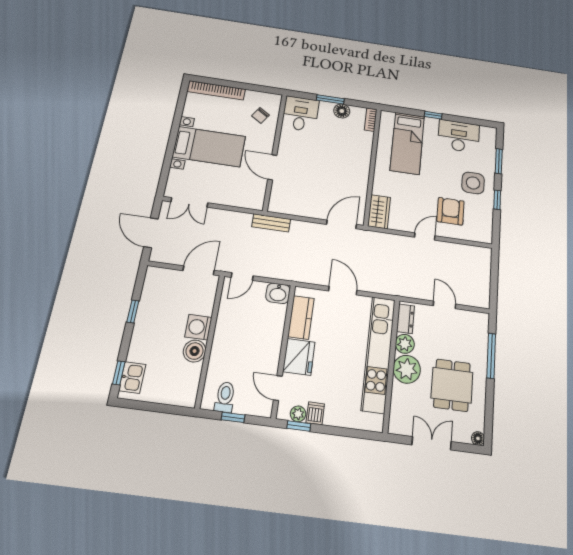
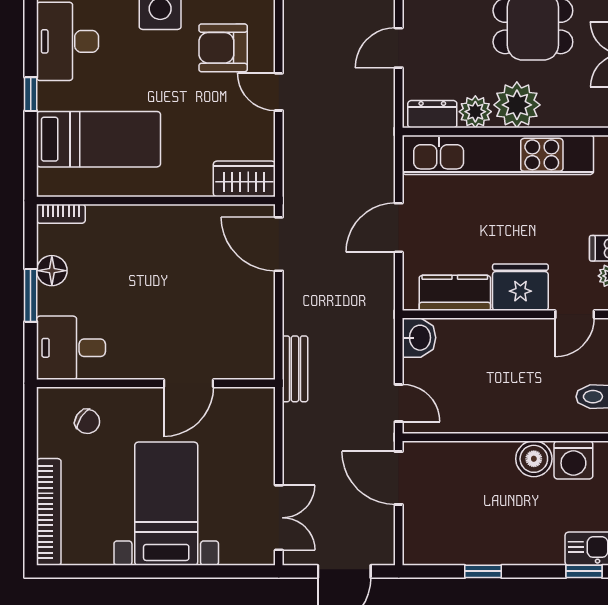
washing machine: (198, 327) -> (573, 460), moved

